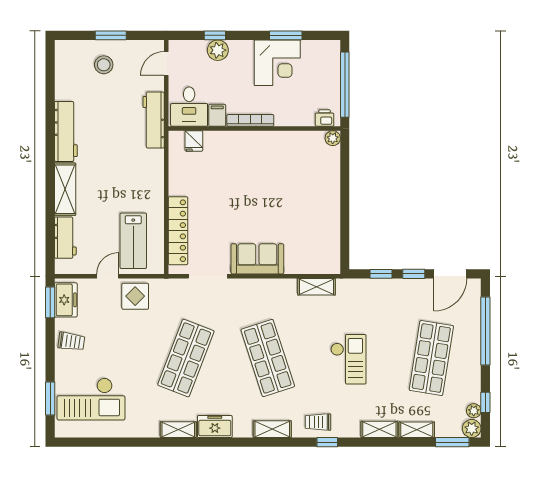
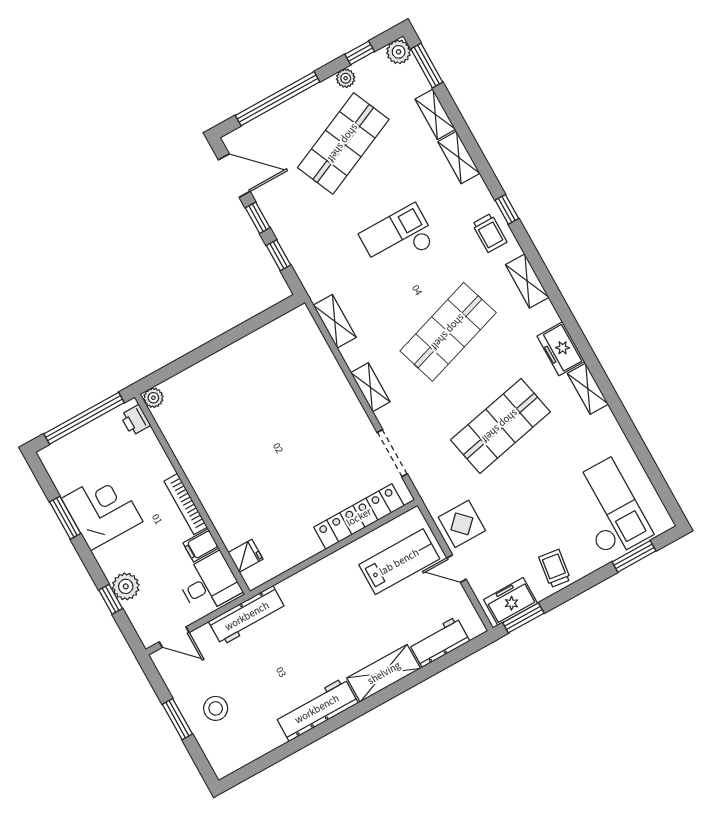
sofa: (257, 259) -> (341, 407), removed
shelving: (260, 286) -> (370, 387), added
shop shelf: (186, 358) -> (500, 426), turned -33
shop shelf: (431, 358) -> (343, 143), turned -33
plant: (474, 411) -> (346, 78), moved

